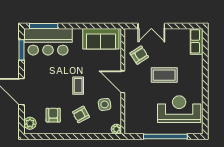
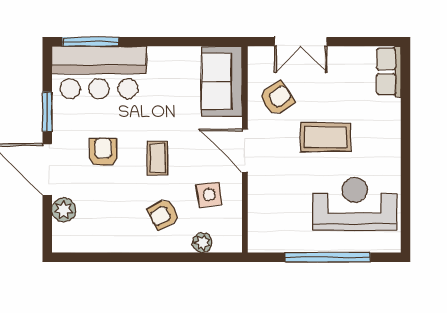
sofa: (101, 39) -> (222, 81), moved, turned 90
window: (21, 50) -> (47, 112), moved
armchair: (53, 115) -> (103, 152), moved
plant: (30, 123) -> (64, 210), moved
plant: (116, 129) -> (202, 243), moved

